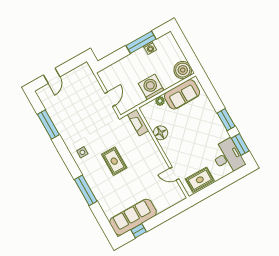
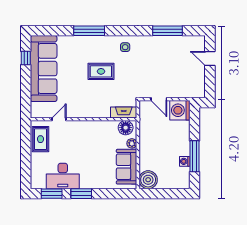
washing machine: (151, 87) -> (180, 110), moved, turned 180
floor lamp: (161, 133) -> (126, 128), moved
desk: (228, 157) -> (63, 176), moved
sofa: (133, 217) -> (44, 69), width x1.36, depth x1.27

